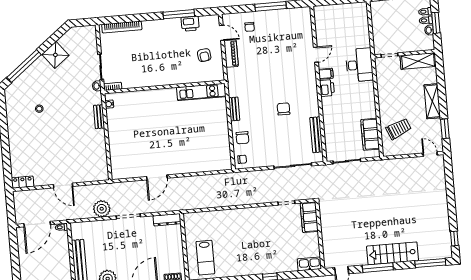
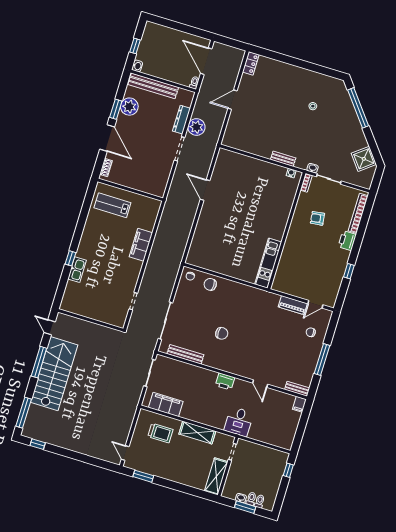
window: (179, 14) -> (349, 271), width x0.46
printer: (190, 24) -> (347, 241), moved
shower: (55, 55) -> (364, 159), moved
armchair: (204, 55) -> (317, 218), moved
desk: (359, 65) -> (239, 422), width x0.73
filing cabinet: (326, 74) -> (299, 404), moved
shelving: (432, 101) -> (197, 433), moved
bench: (234, 109) -> (297, 389), moved
trolley: (399, 129) -> (160, 433), turned -67
door: (430, 154) -> (125, 453), swing flipped
filing cabinet: (309, 217) -> (141, 245), moved, turned -90
dresser: (167, 220) -> (181, 120), moved
stairs: (392, 253) -> (54, 374), width x1.36, depth x1.51
kitchen sink: (309, 264) -> (77, 270), moved

